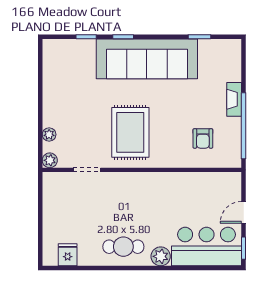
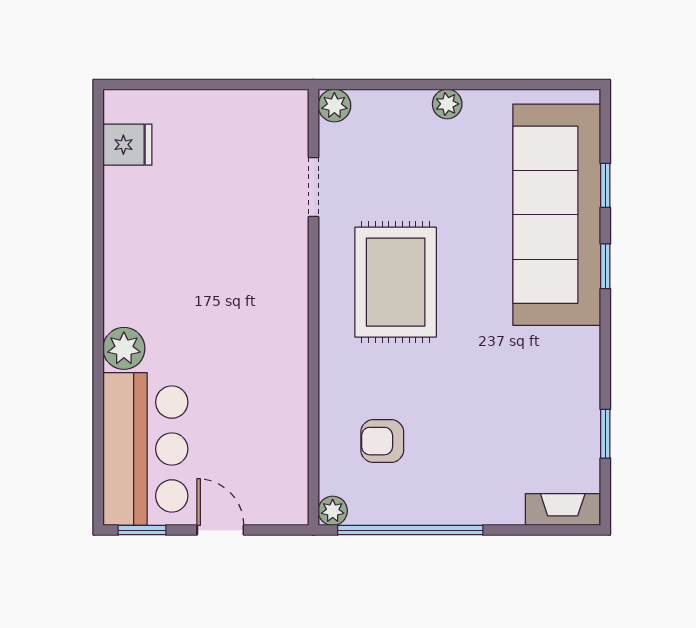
sofa: (147, 59) -> (557, 215), moved
fireplace: (234, 99) -> (563, 510), moved
rug: (130, 132) -> (396, 282), turned 90
plant: (49, 134) -> (447, 104), moved
plant: (235, 161) -> (333, 511), added
cafe table: (123, 247) -> (145, 267), removed

